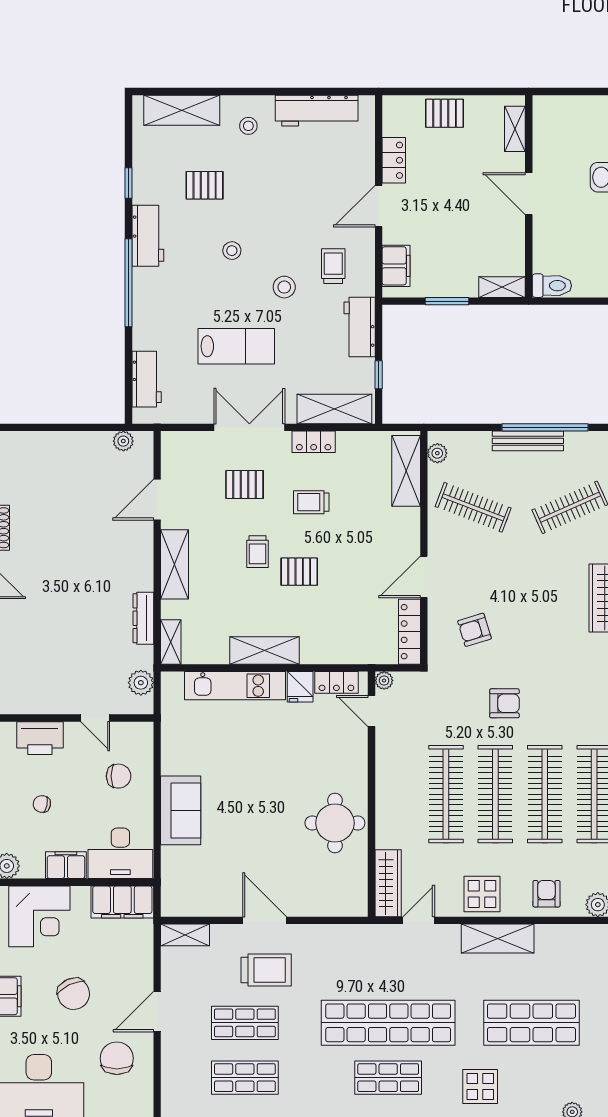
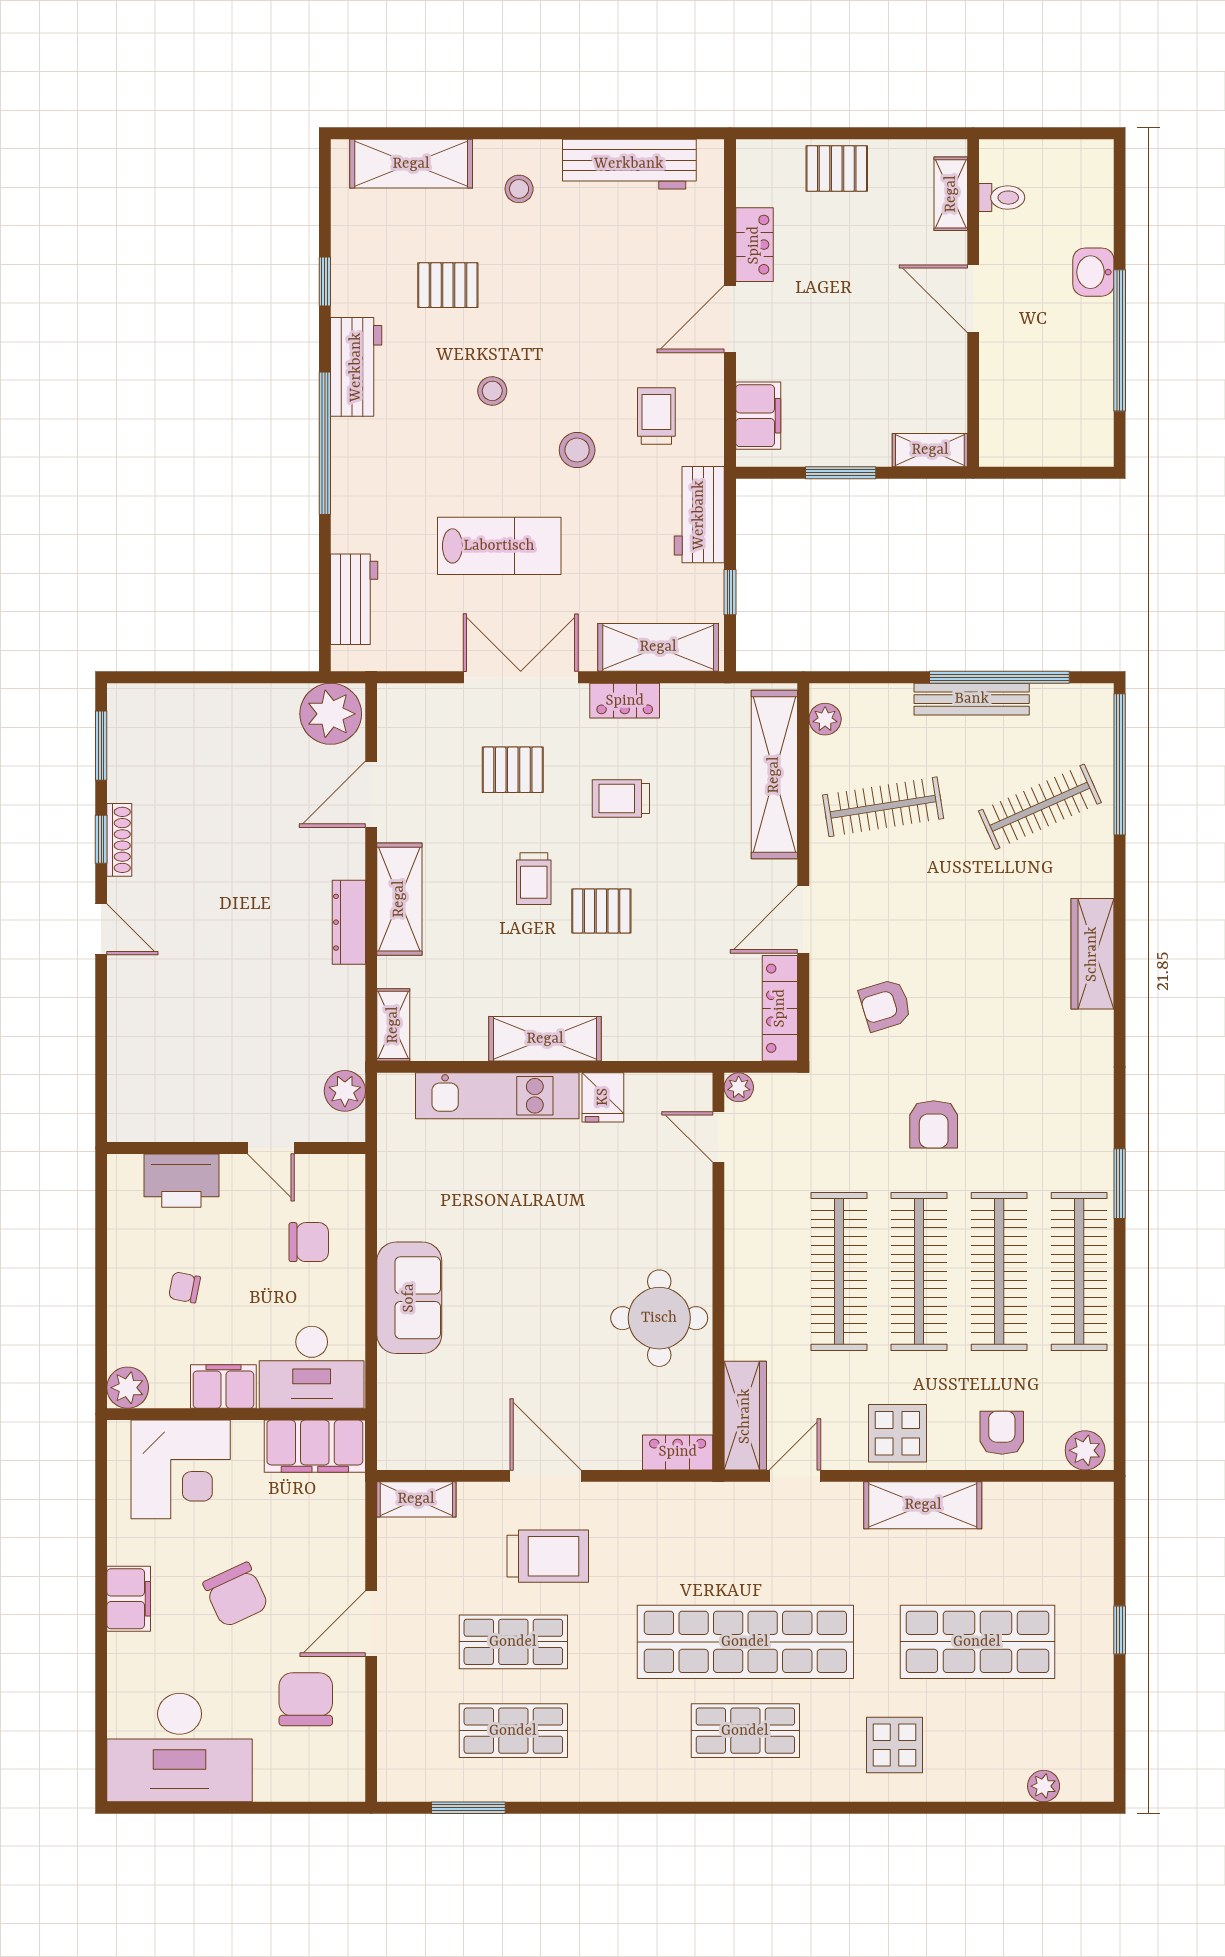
toilet: (552, 286) -> (1002, 198), moved, width x0.73, depth x0.72
plant: (123, 441) -> (331, 714), width x1.87, depth x1.87
shelving: (406, 471) -> (774, 775), width x1.47
clothes rail: (473, 507) -> (883, 807), turned -30
dresser: (143, 618) -> (349, 922), moved
locker: (336, 682) -> (678, 1452), moved, turned 180
armchair: (504, 703) -> (934, 1124), turned 90

